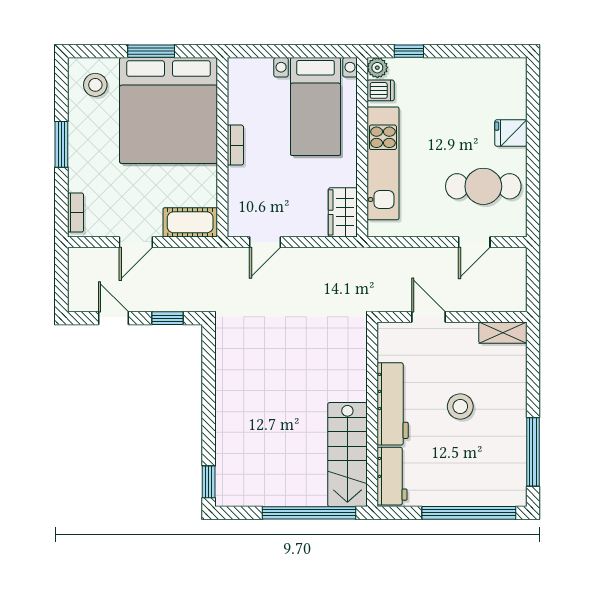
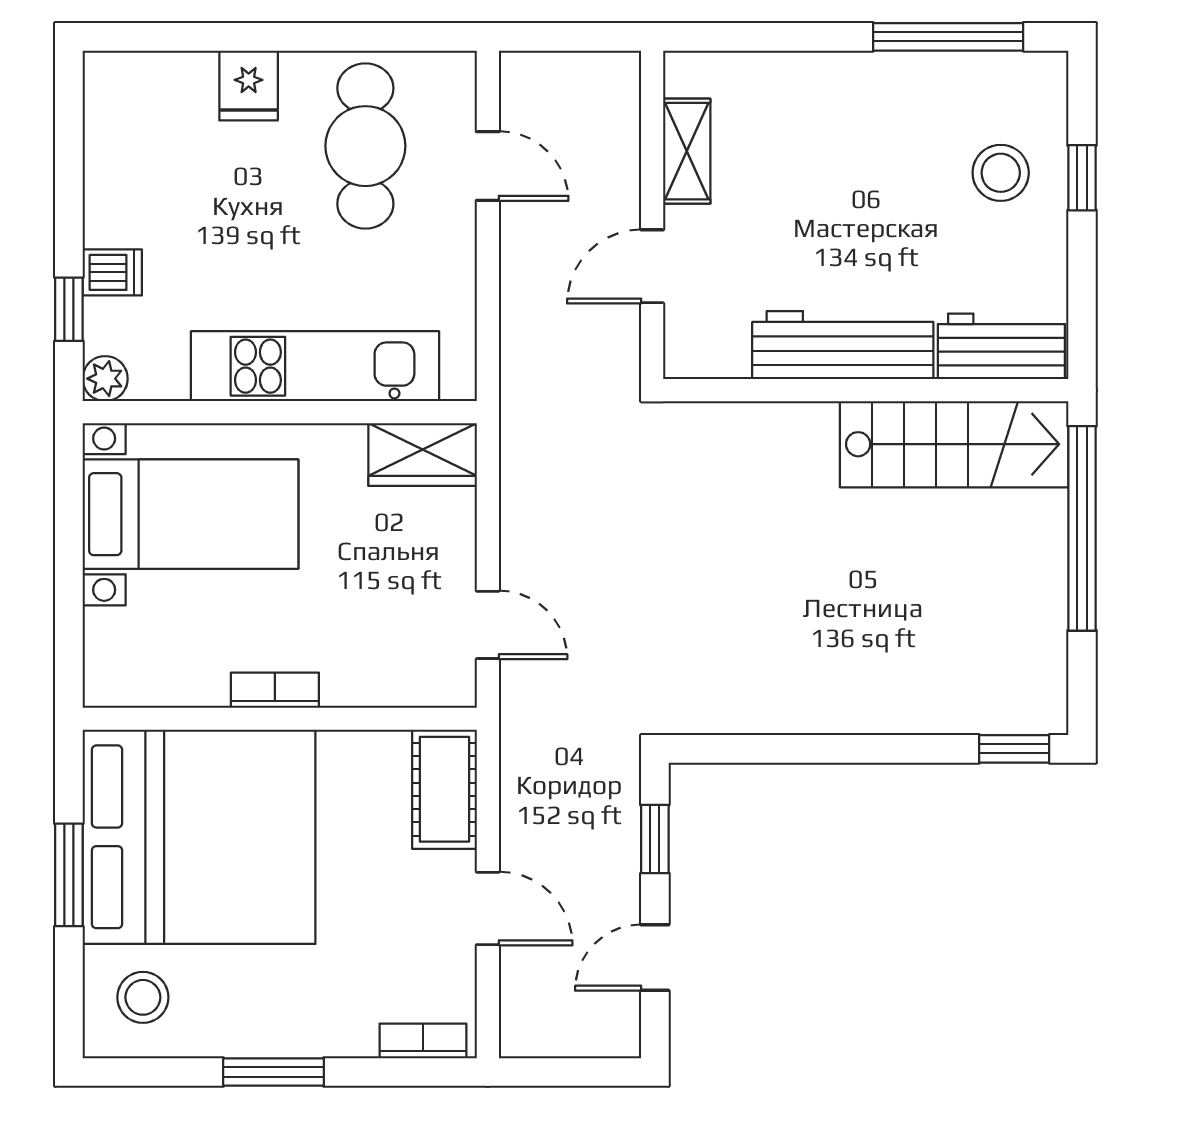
dishwasher: (381, 90) -> (112, 272), moved, turned 90
shelving: (503, 333) -> (687, 151), moved
stool: (460, 406) -> (1001, 173), moved
window: (469, 513) -> (1082, 178), width x0.32

